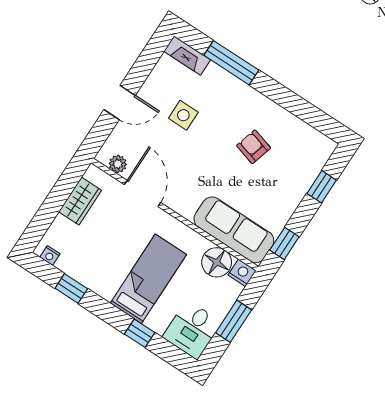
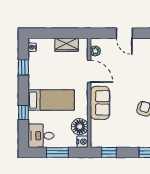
side table: (183, 115) -> (138, 67), removed
door: (143, 194) -> (89, 71), hinge flipped
sofa: (234, 230) -> (100, 103), moved, width x0.73

